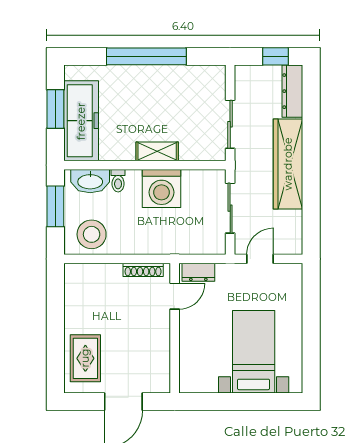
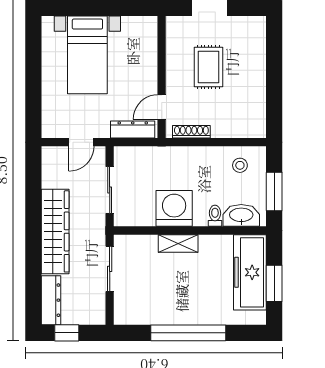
stool: (92, 234) -> (240, 165), width x0.53, depth x0.53
dresser: (198, 272) -> (133, 130), width x1.44
rug: (85, 358) -> (208, 67), moved

